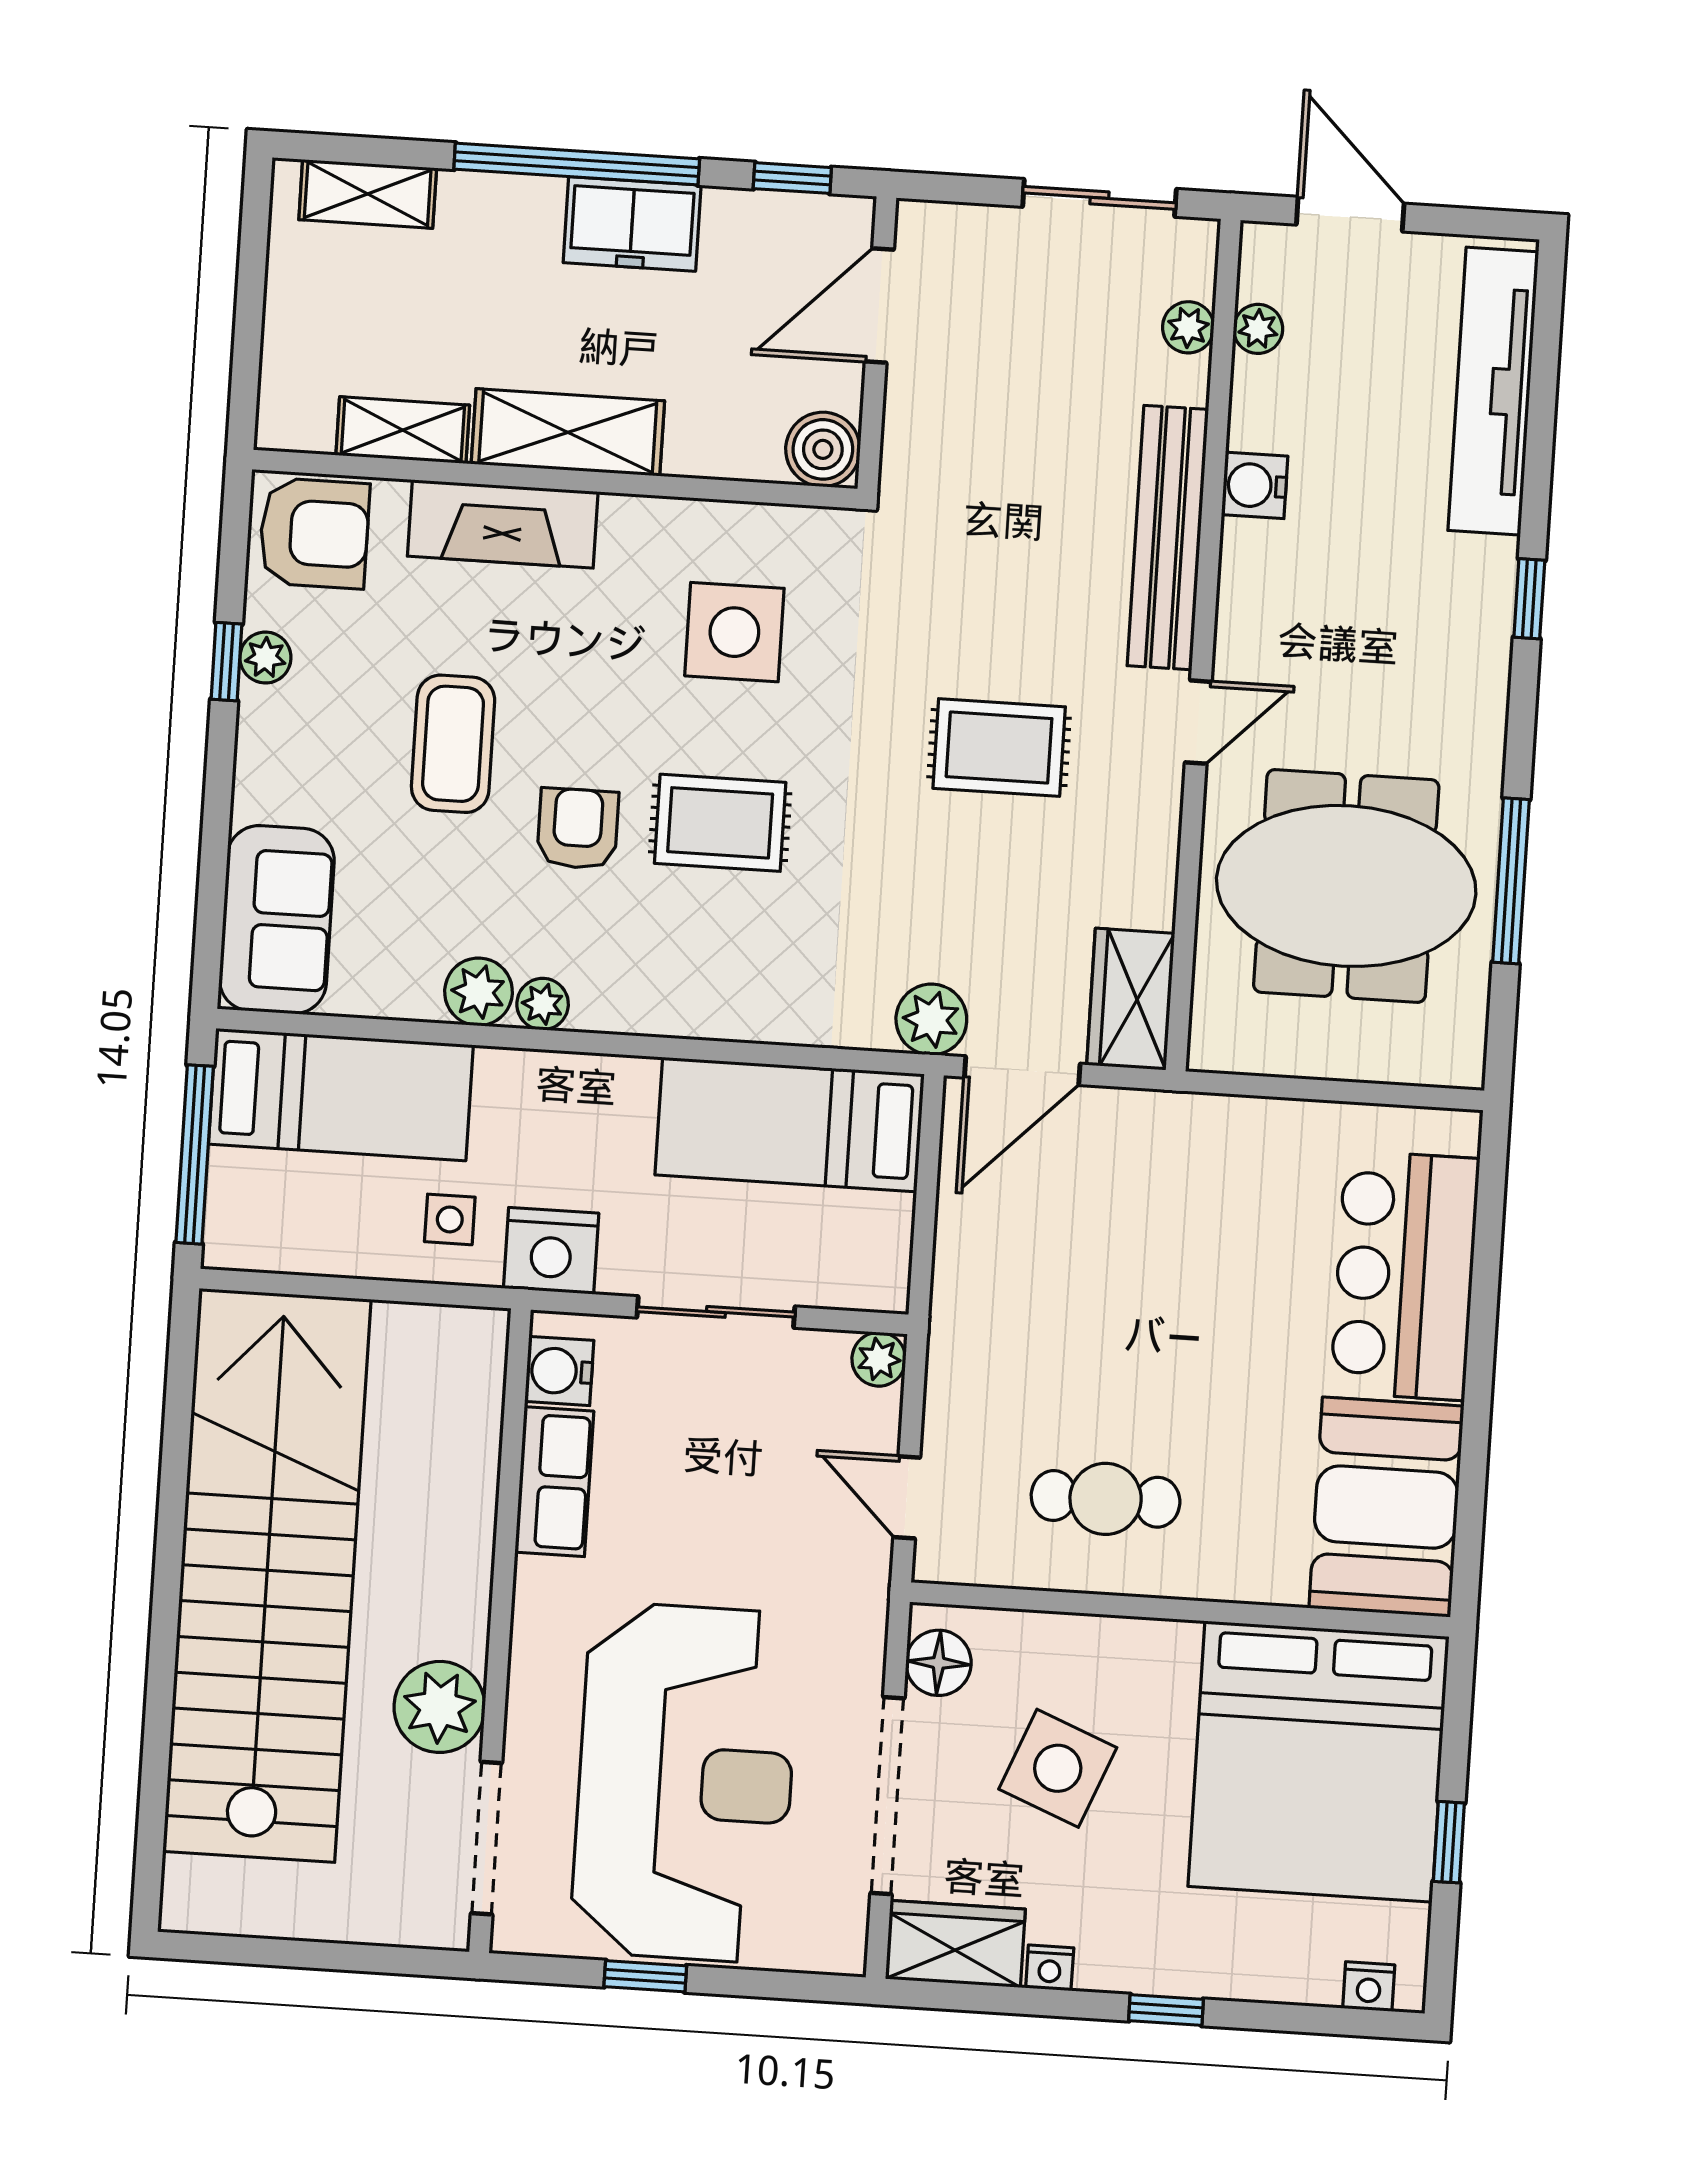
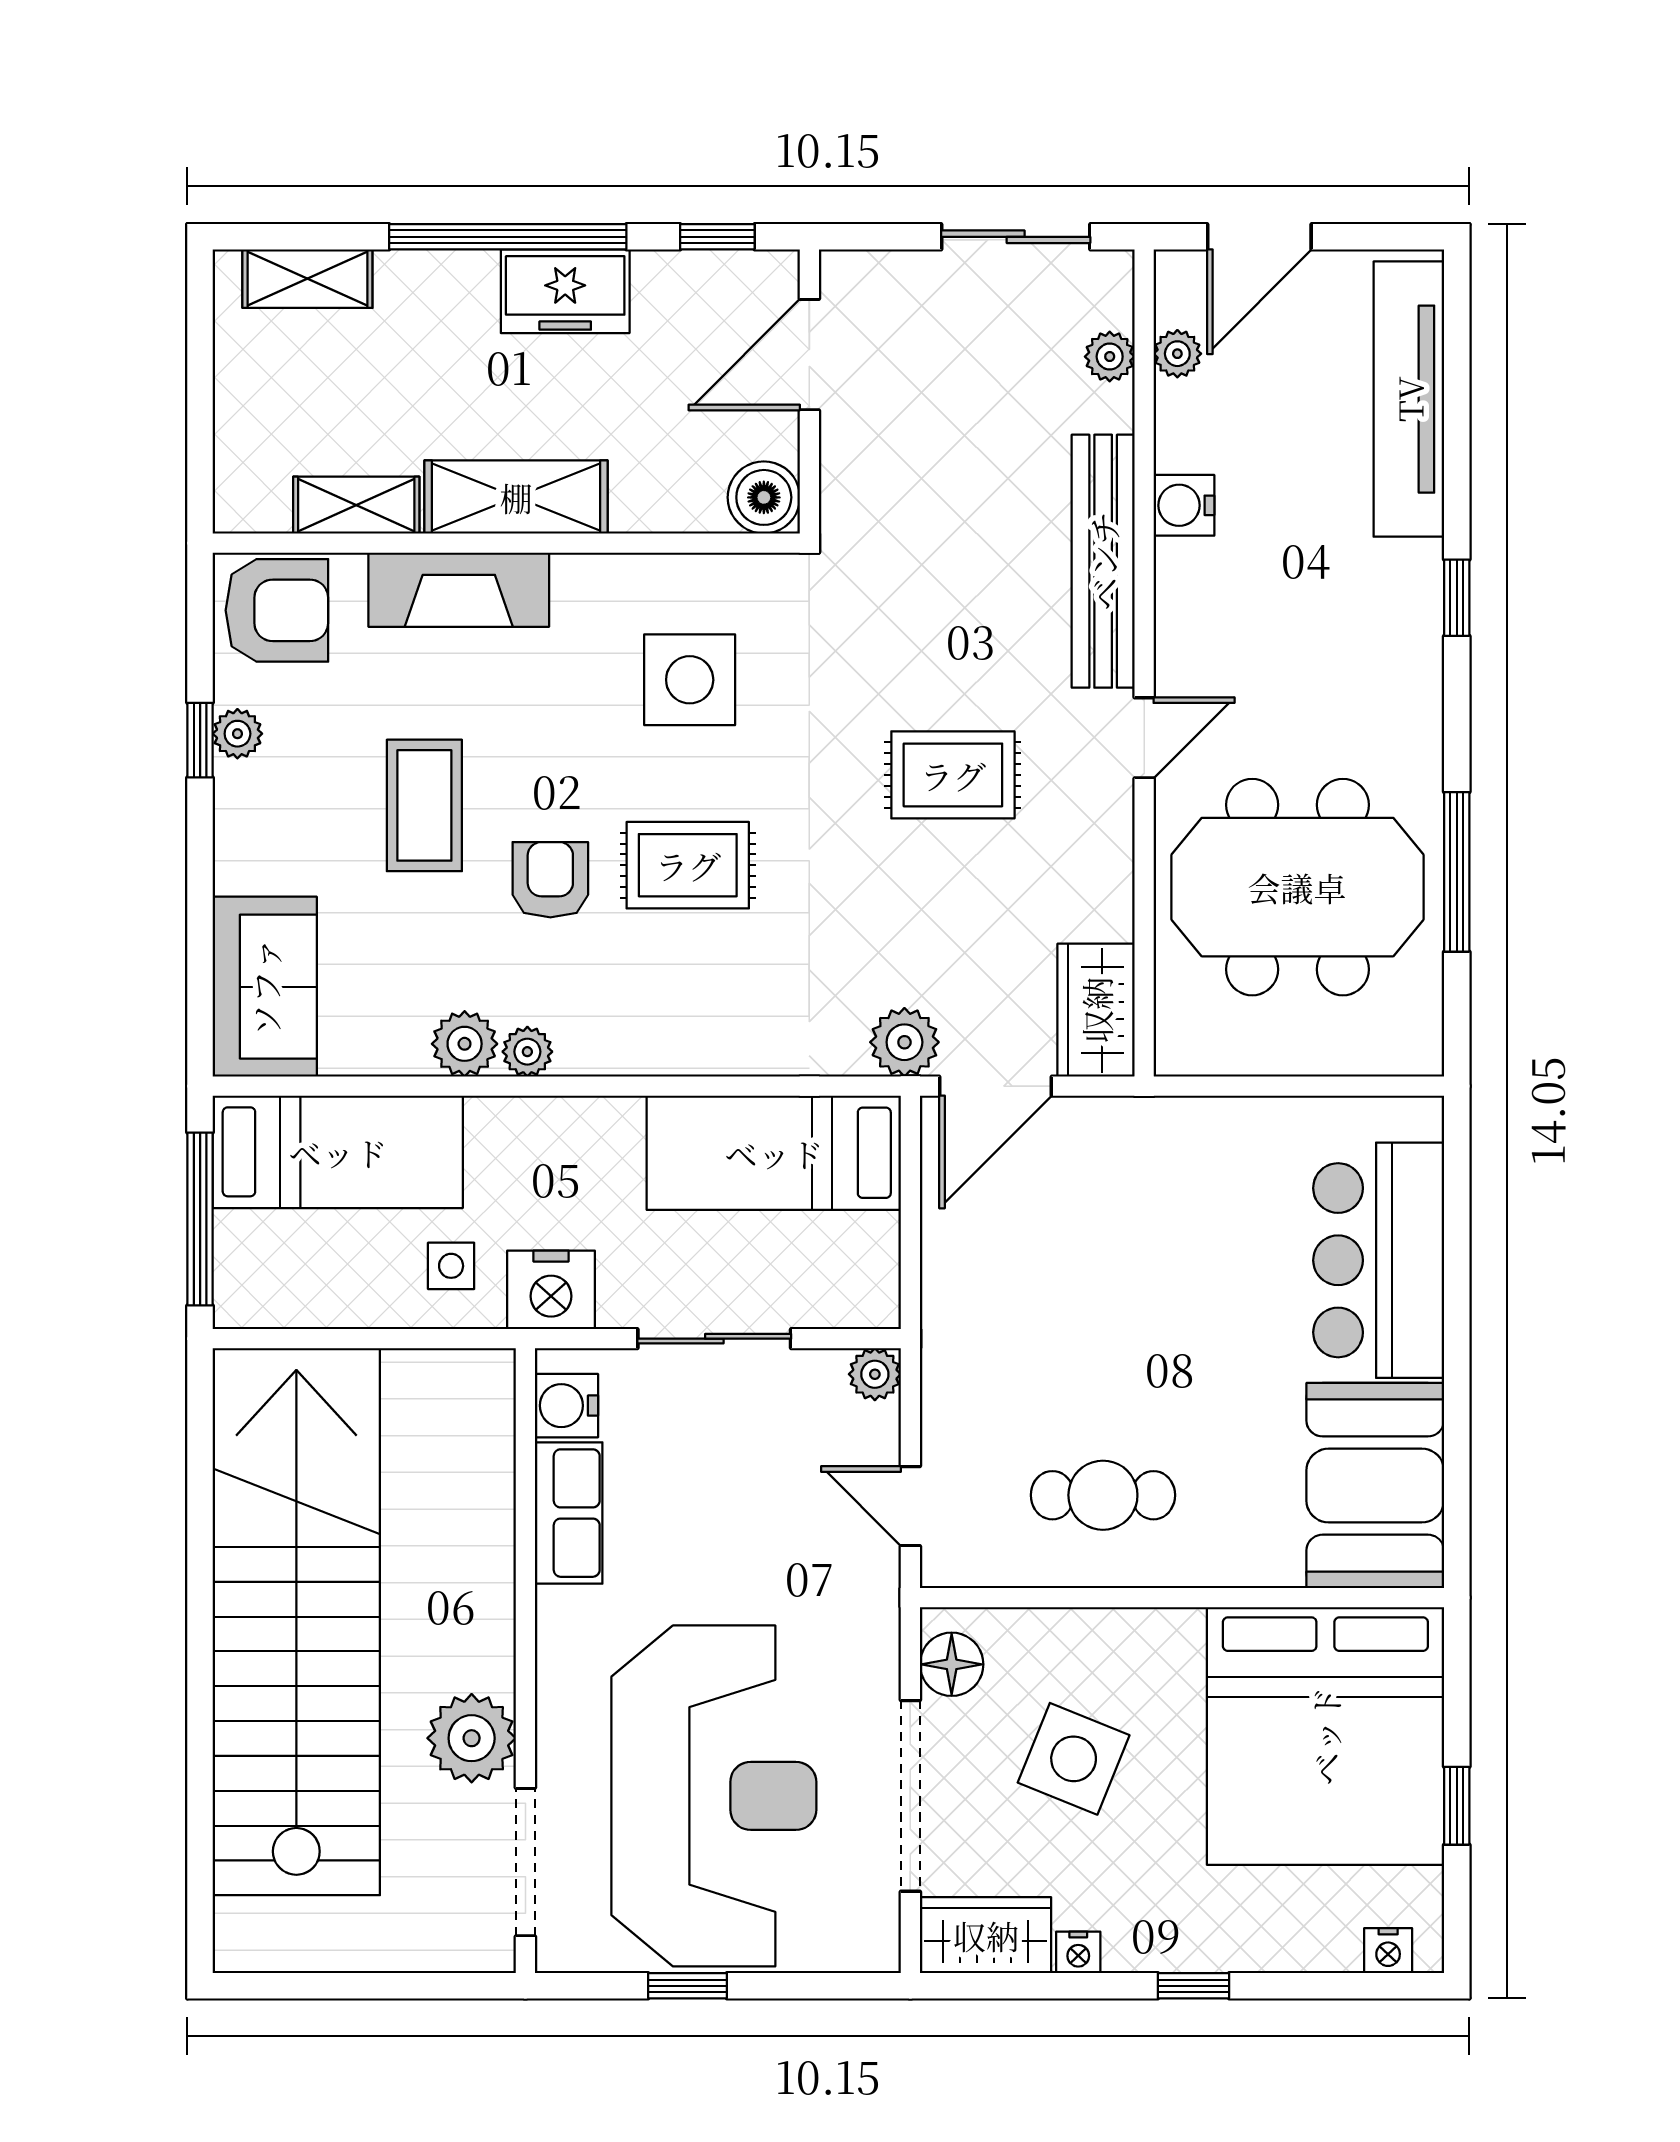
door: (1350, 214) -> (1259, 237), swing flipped

